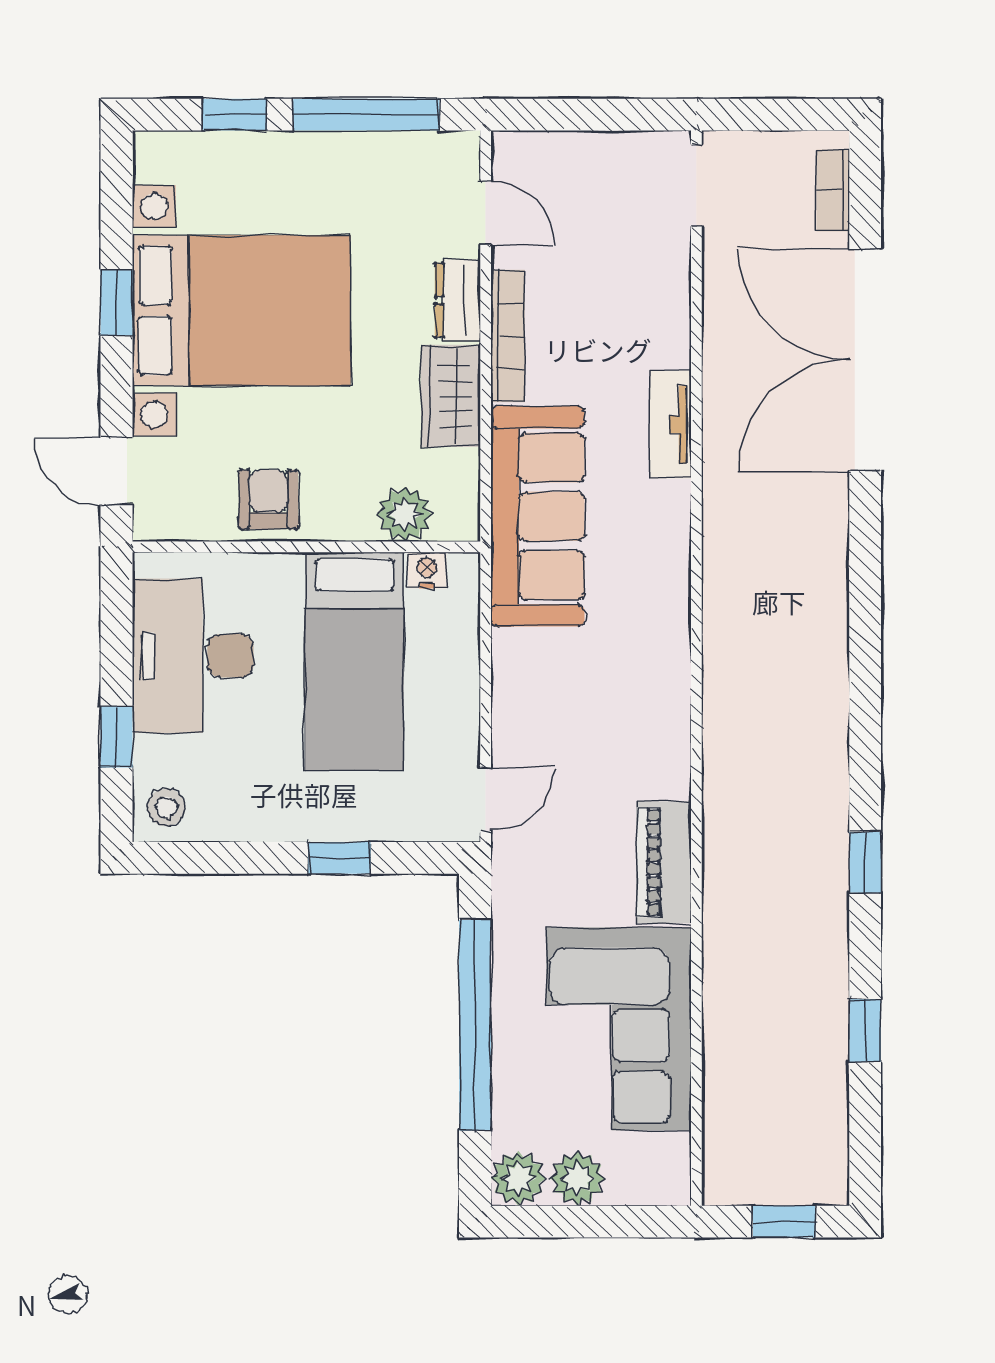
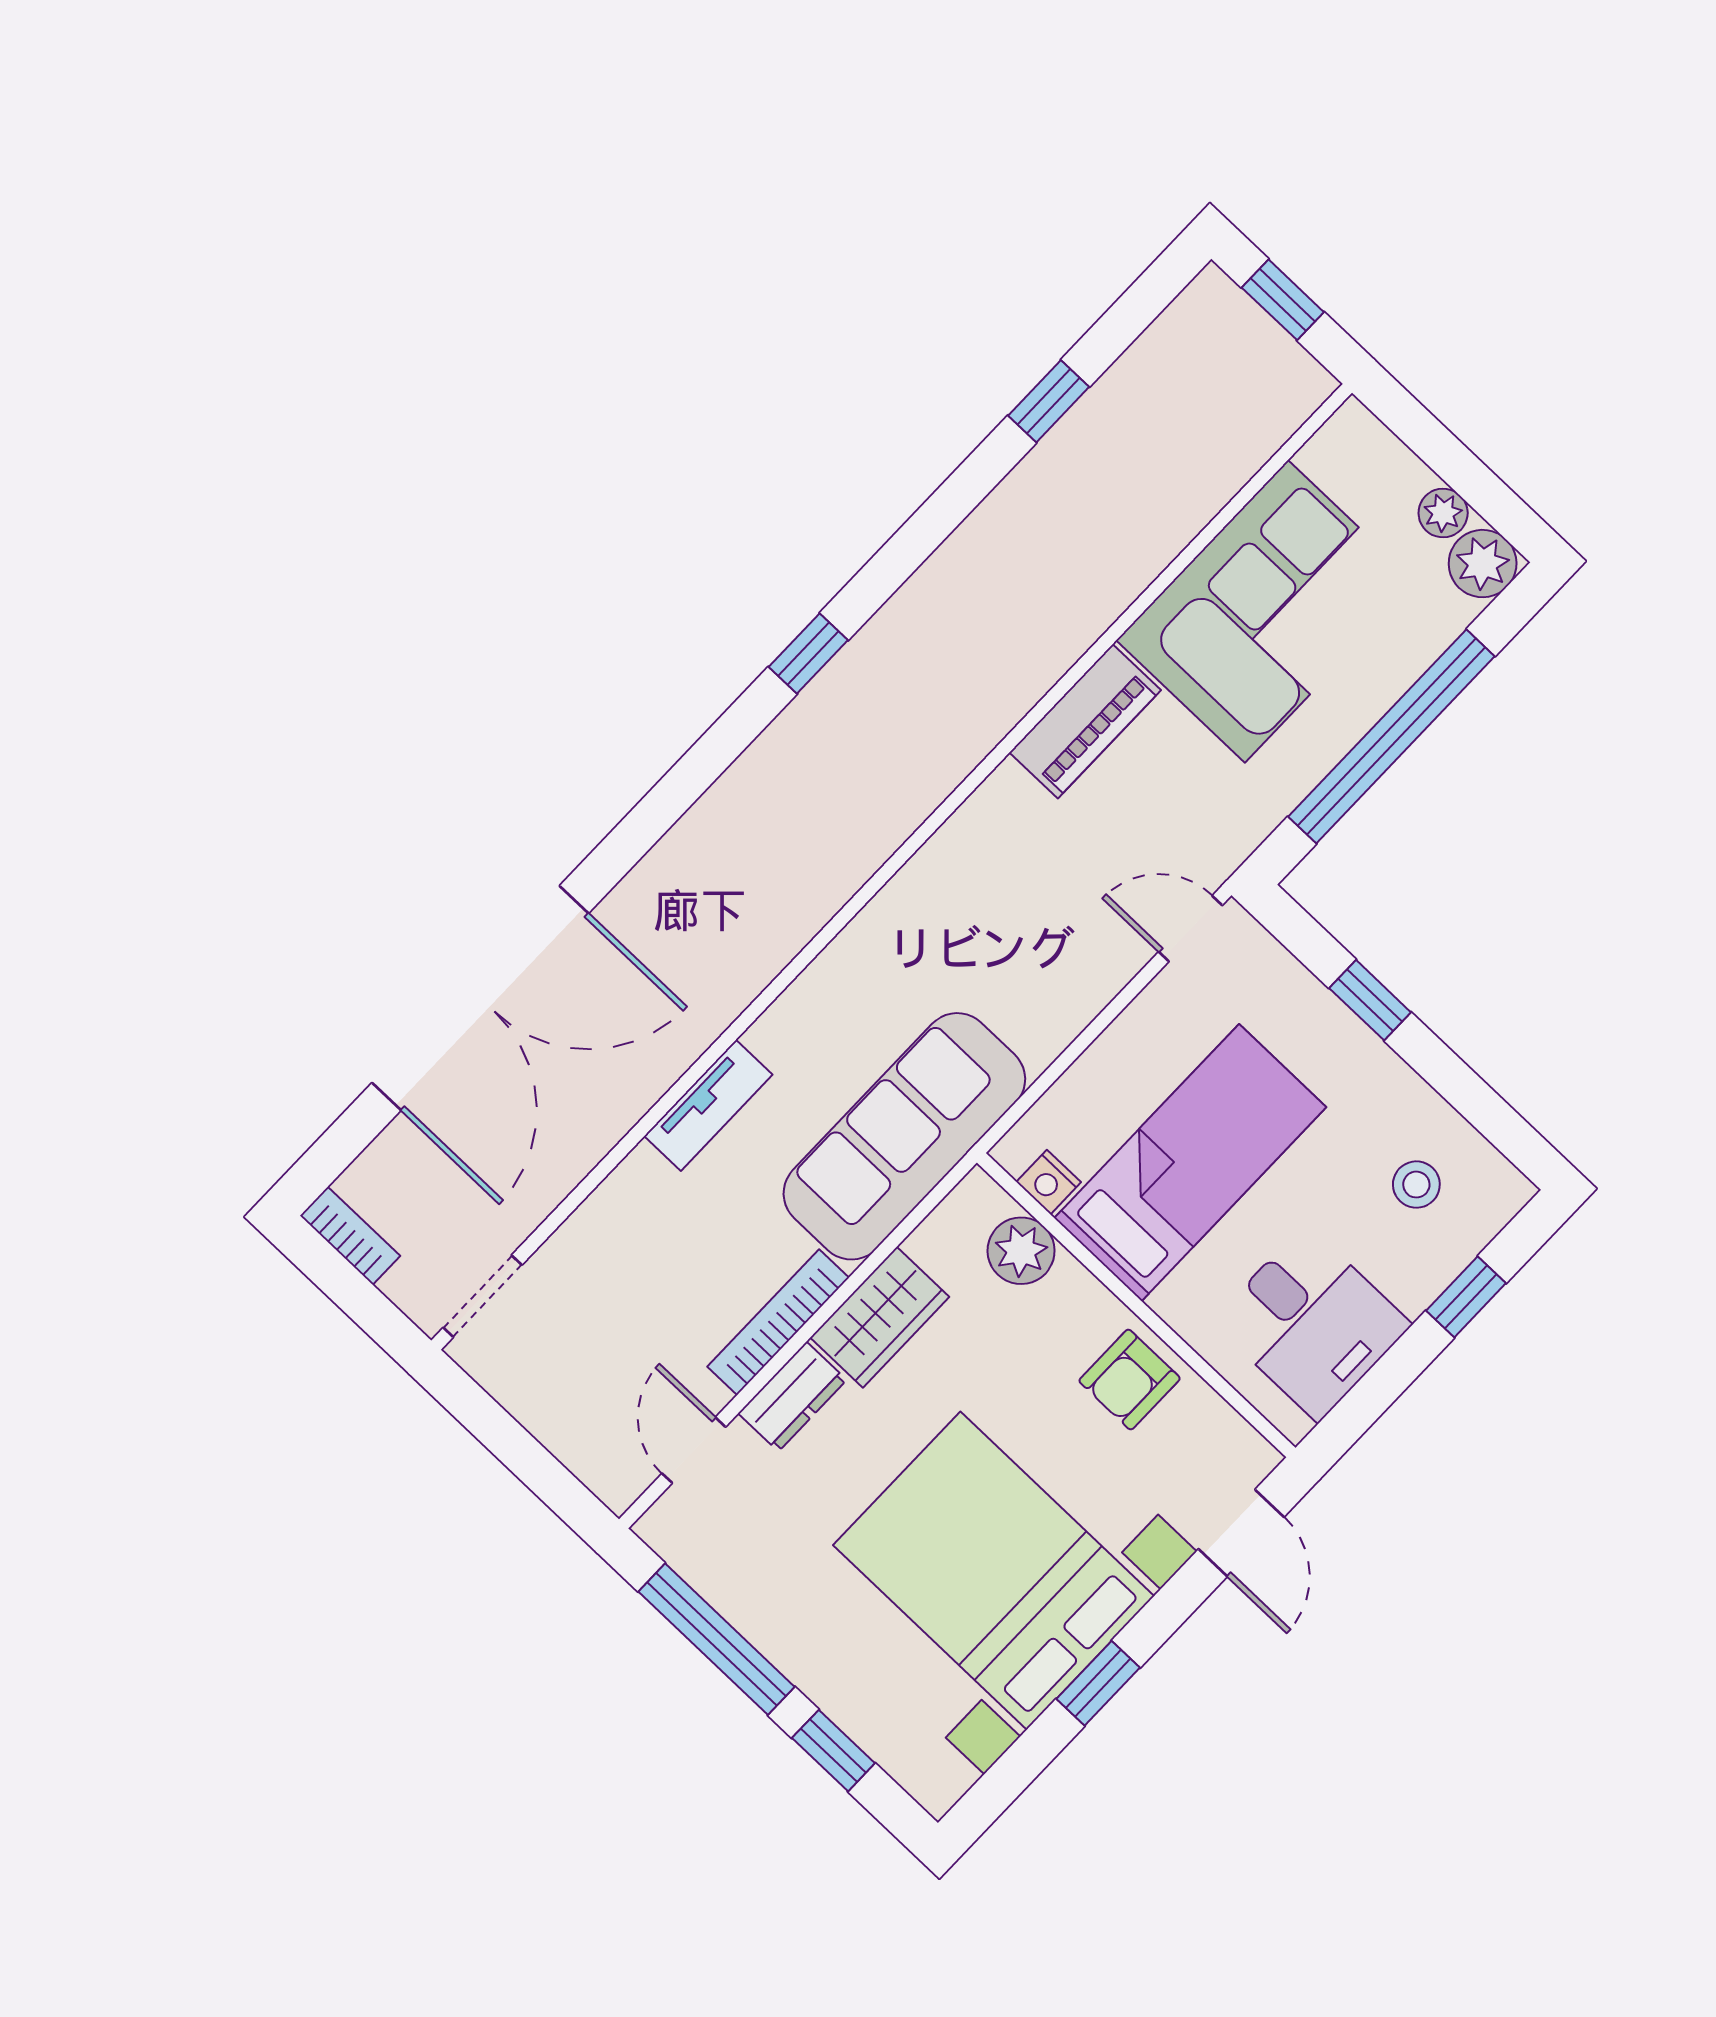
bookcase: (833, 190) -> (350, 1236), moved, turned -90
desk: (193, 656) -> (1312, 1323), width x0.73
stool: (166, 807) -> (1416, 1185), moved
window: (865, 862) -> (808, 654), moved
plant: (577, 1178) -> (1443, 513), width x0.73, depth x0.73

